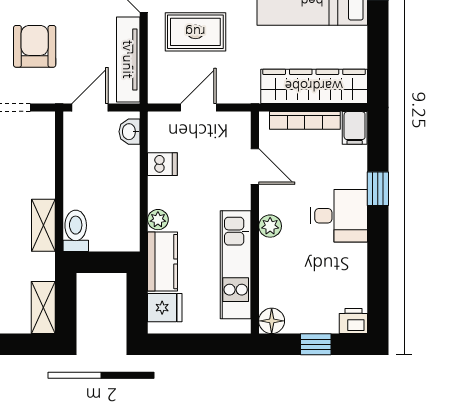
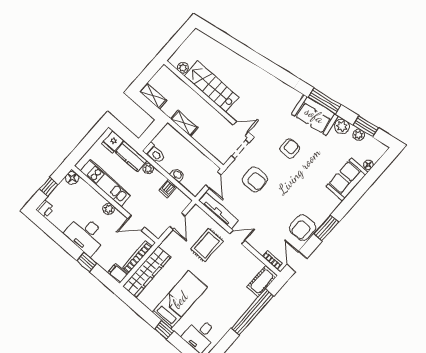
washbasin: (130, 132) -> (177, 175), moved
desk: (339, 216) -> (86, 235), width x1.37
toilet: (76, 231) -> (154, 153), moved

